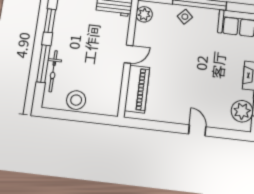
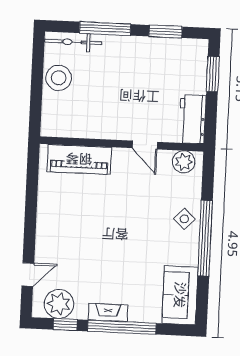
door: (128, 54) -> (145, 145), moved
bicycle: (53, 71) -> (73, 42), moved
door: (197, 130) -> (28, 275), moved

